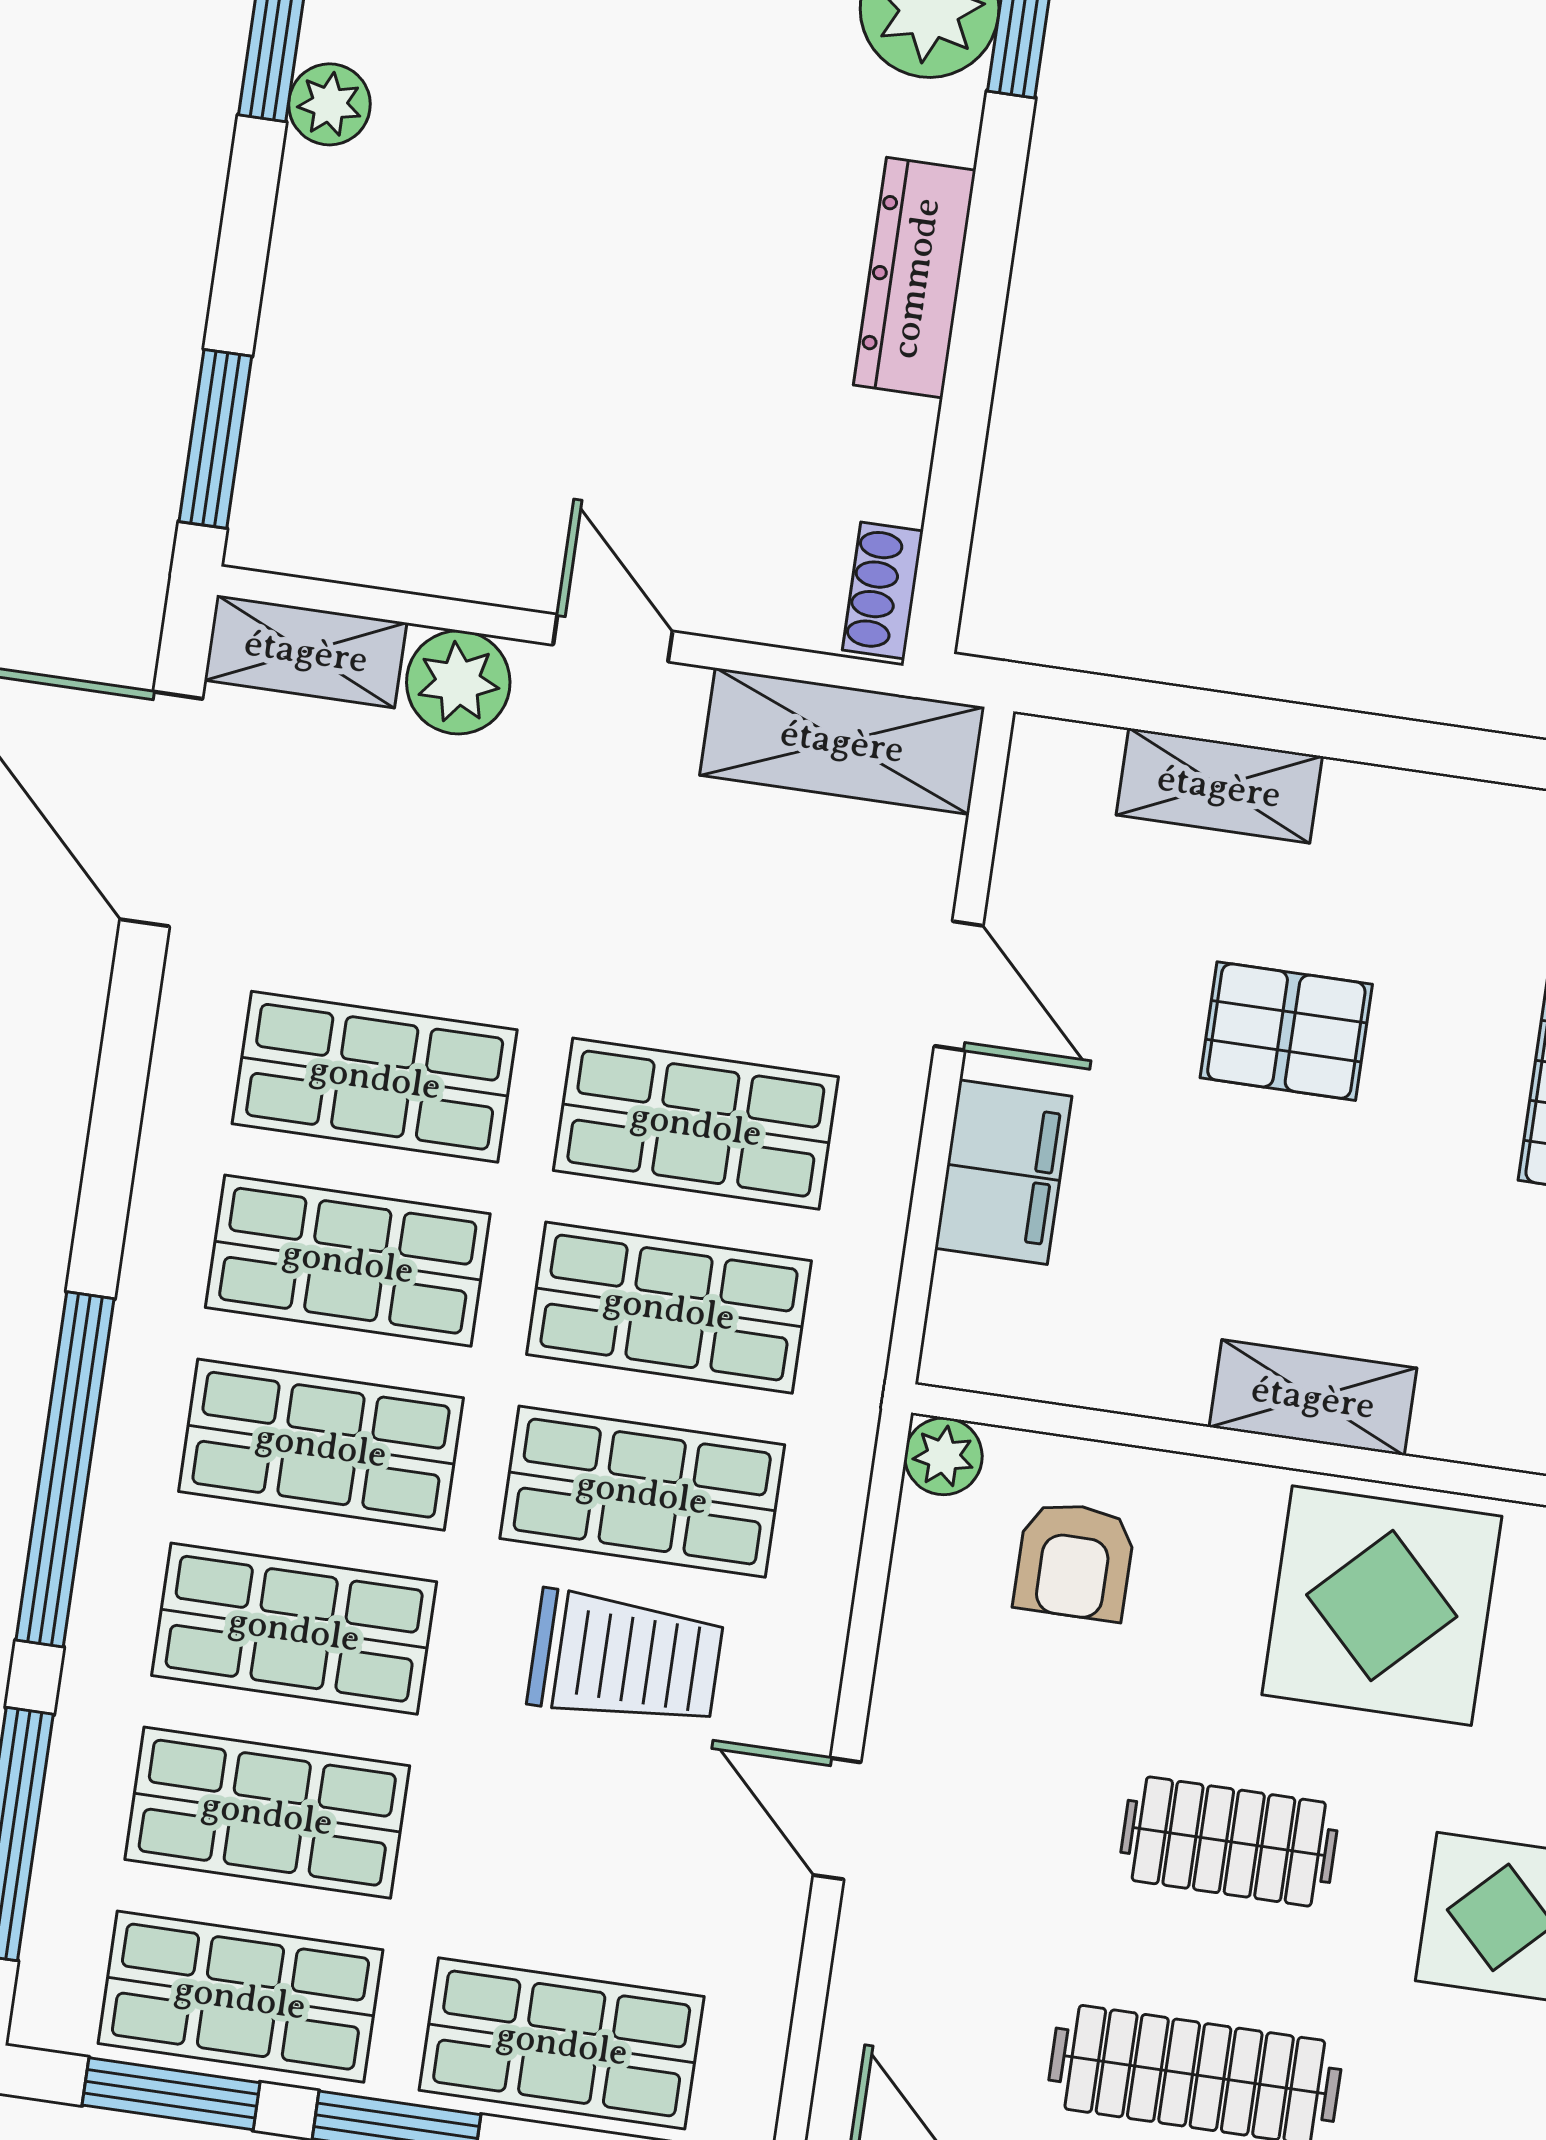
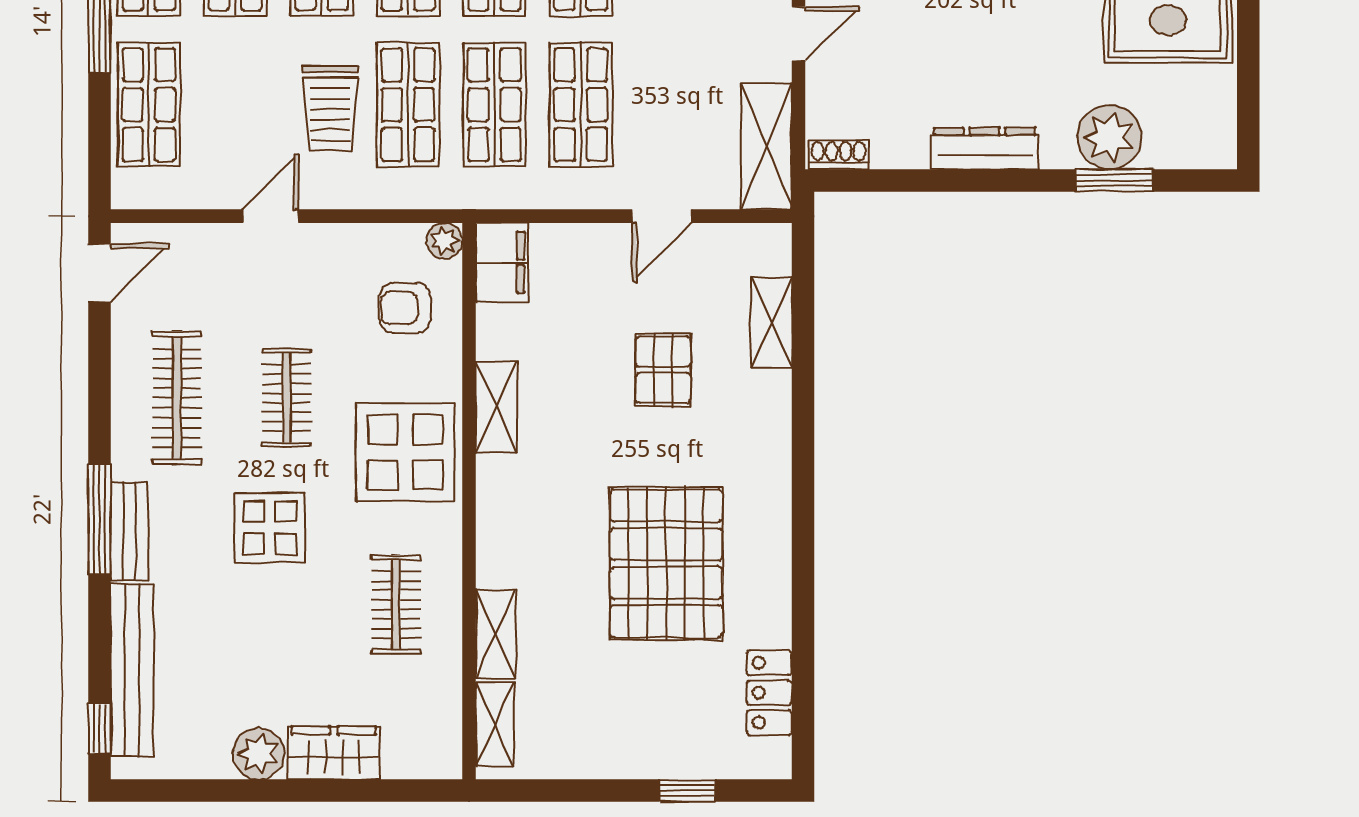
filing cabinet: (1003, 1172) -> (502, 262), moved, turned -90

